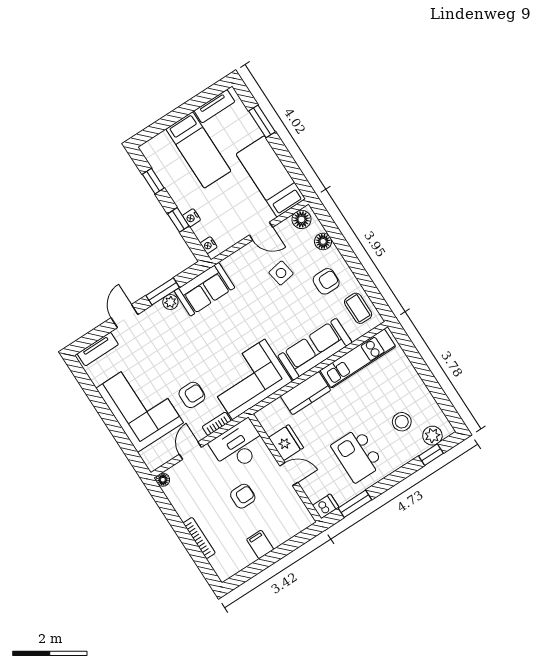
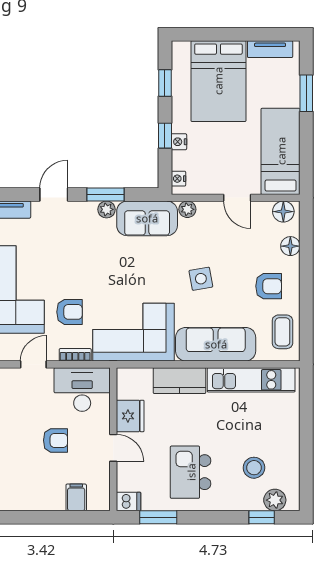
bed: (198, 150) -> (218, 81), width x1.50
plant: (230, 263) -> (187, 209), added
side table: (281, 273) -> (201, 279), moved
filing cabinet: (260, 544) -> (76, 497), moved

